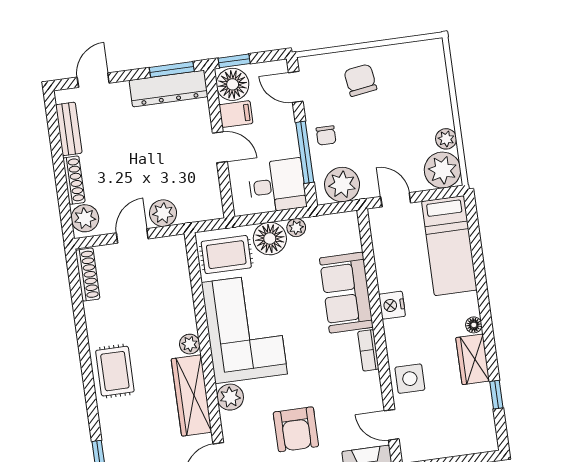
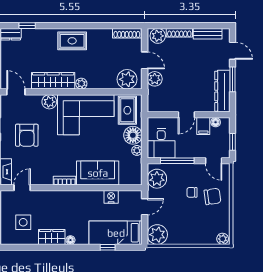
window: (234, 61) -> (232, 142), moved
window: (172, 69) -> (232, 79), moved
floor lamp: (233, 84) -> (216, 122), width x0.53, depth x0.53
door: (296, 87) -> (214, 161), swing flipped
chair: (326, 135) -> (192, 192), moved
plant: (446, 139) -> (223, 239), moved
plant: (171, 263) -> (127, 79), added
nightstand: (392, 305) -> (111, 197), moved
side table: (410, 379) -> (23, 222), moved
window: (496, 395) -> (108, 247), moved
armchair: (296, 429) -> (27, 135), turned -90

